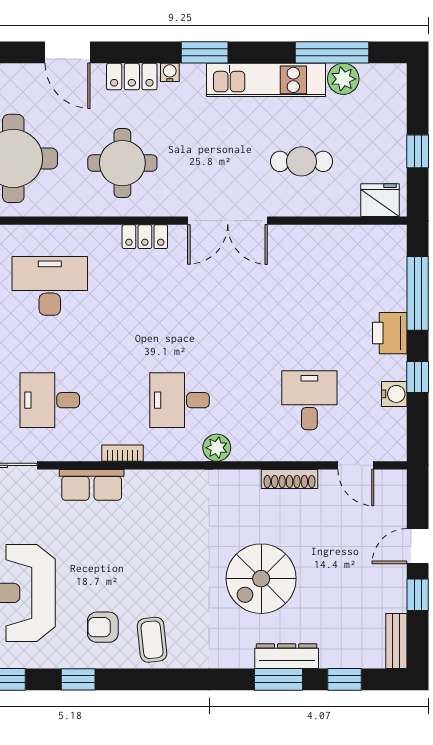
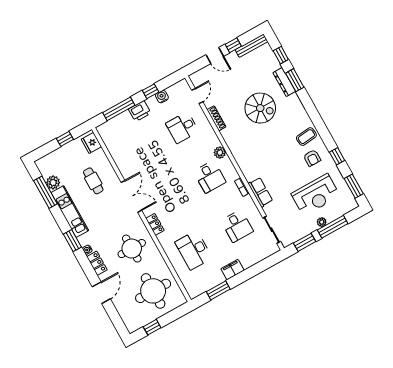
bench: (396, 641) -> (251, 46), width x1.36

